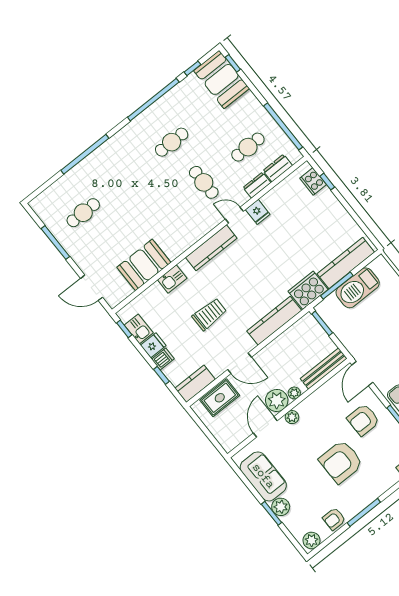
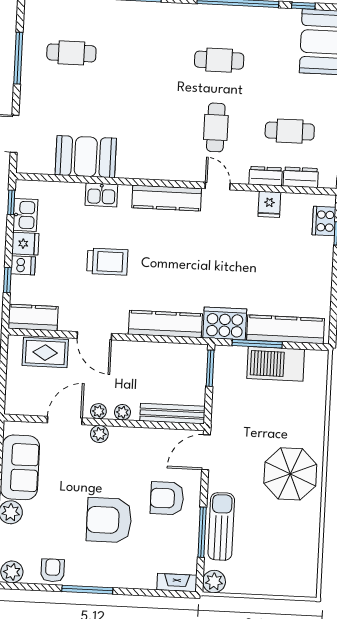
fridge: (258, 212) -> (269, 204), moved
plant: (277, 400) -> (98, 411), width x0.53, depth x0.53
armchair: (334, 519) -> (53, 570), turned 90

